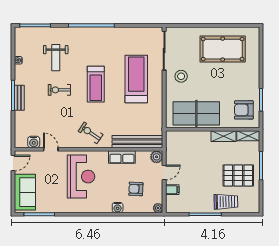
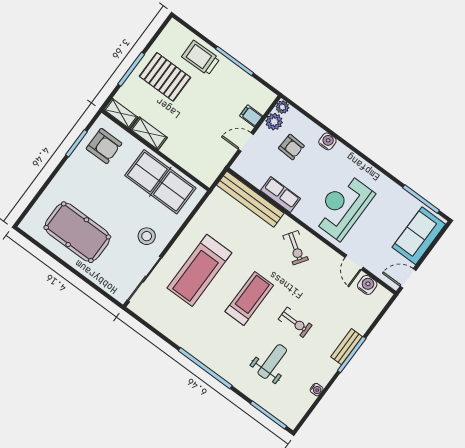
plant: (157, 157) -> (274, 122), moved

